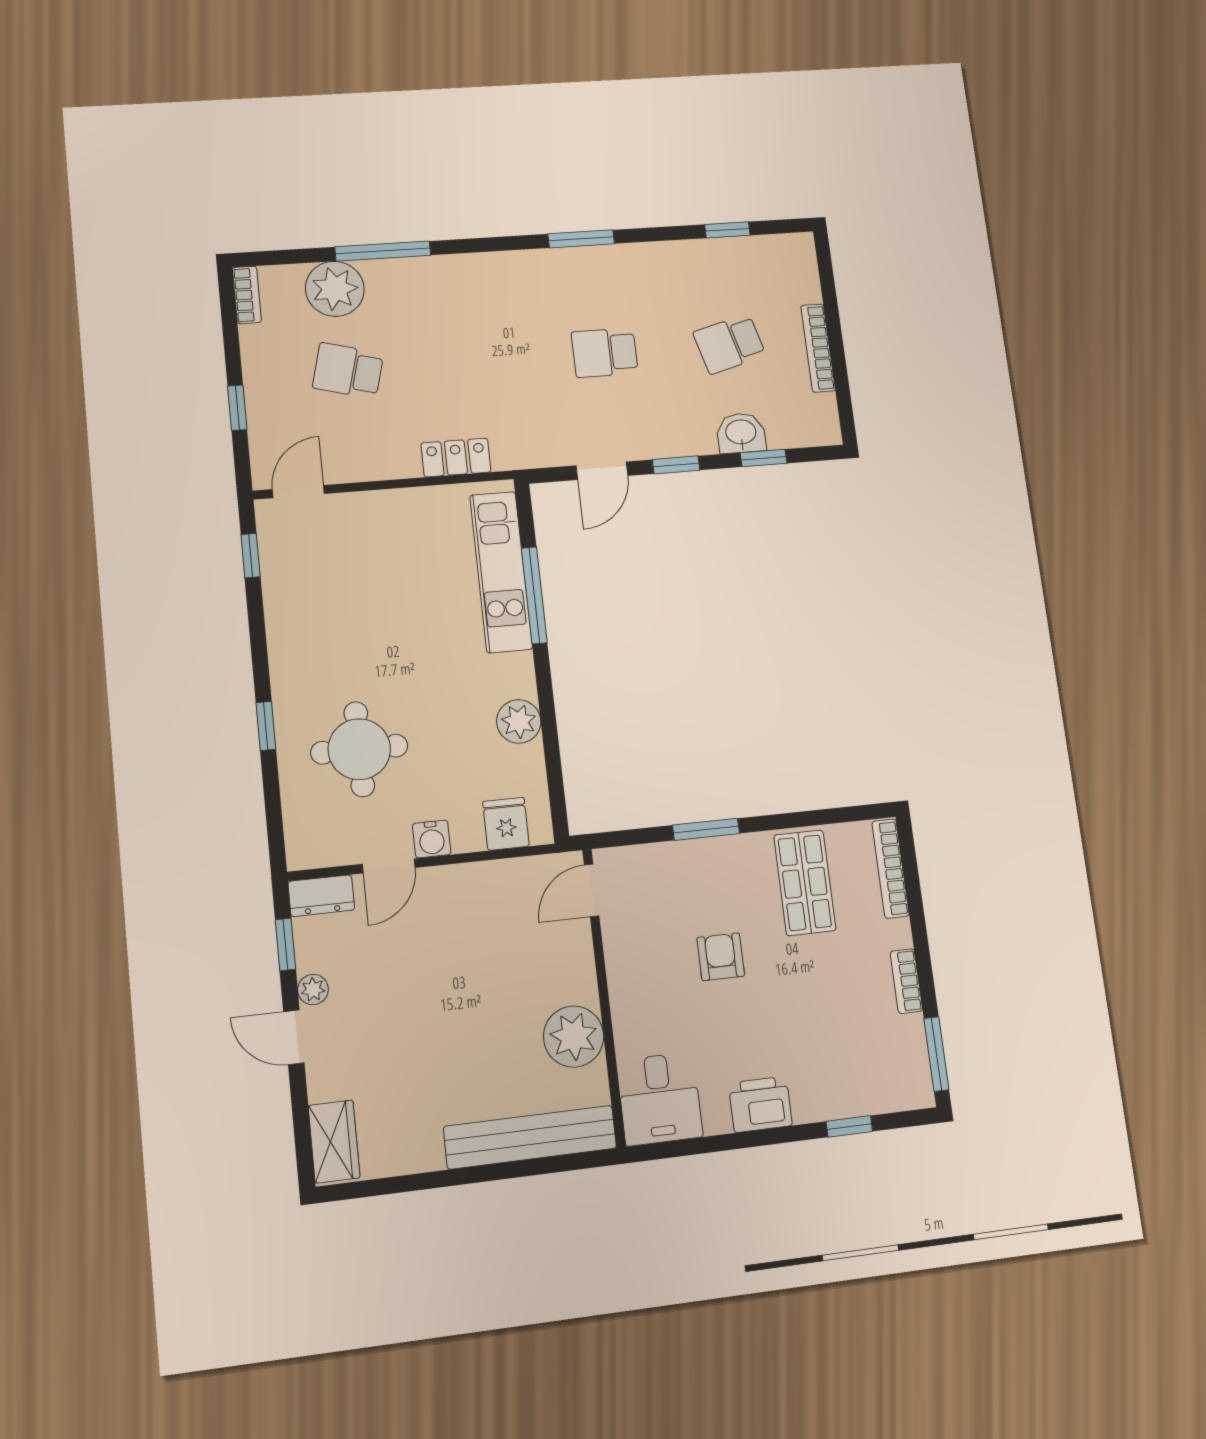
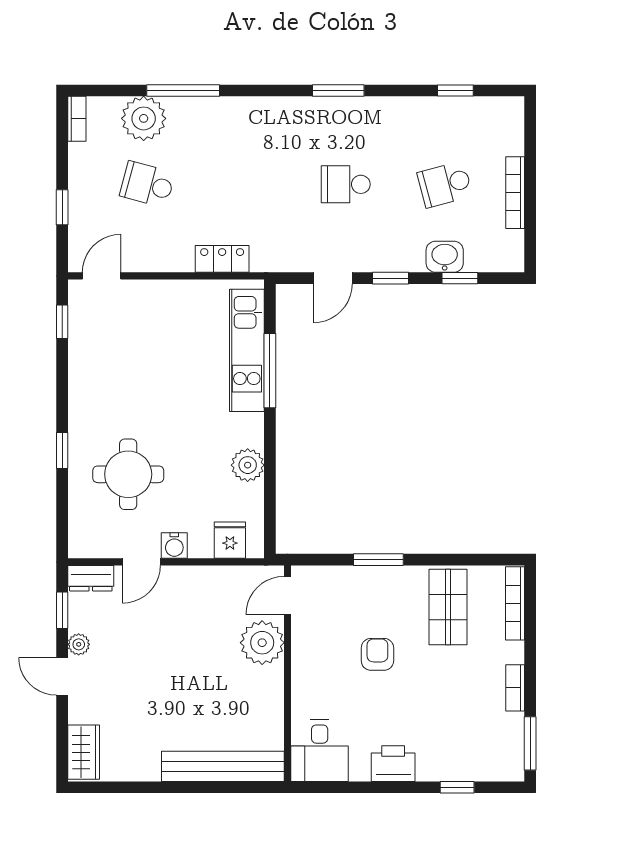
plant: (574, 1037) -> (262, 643), moved

